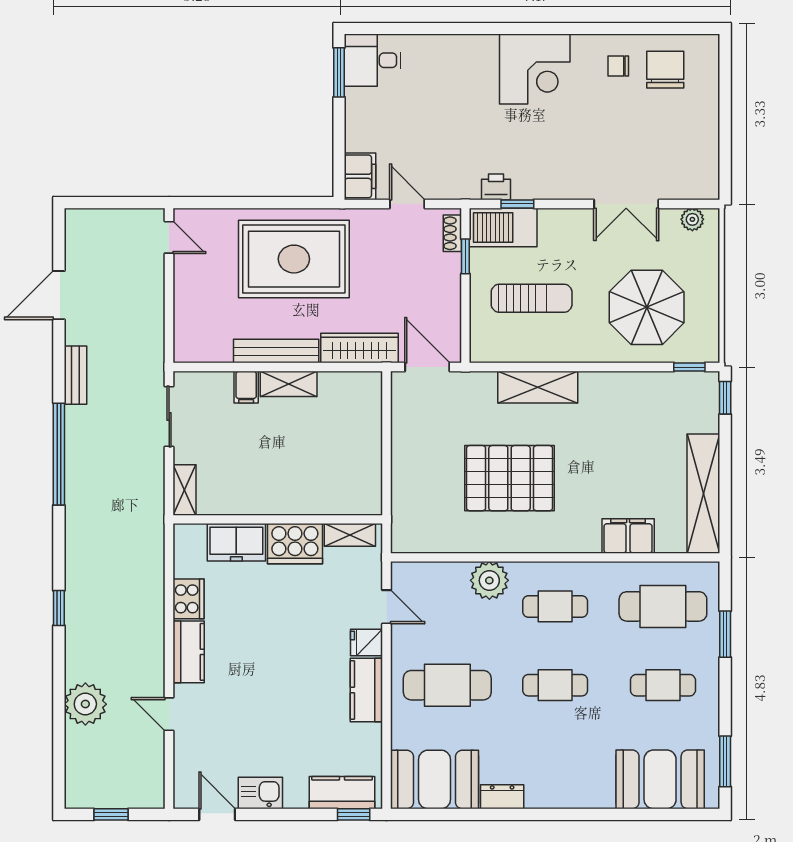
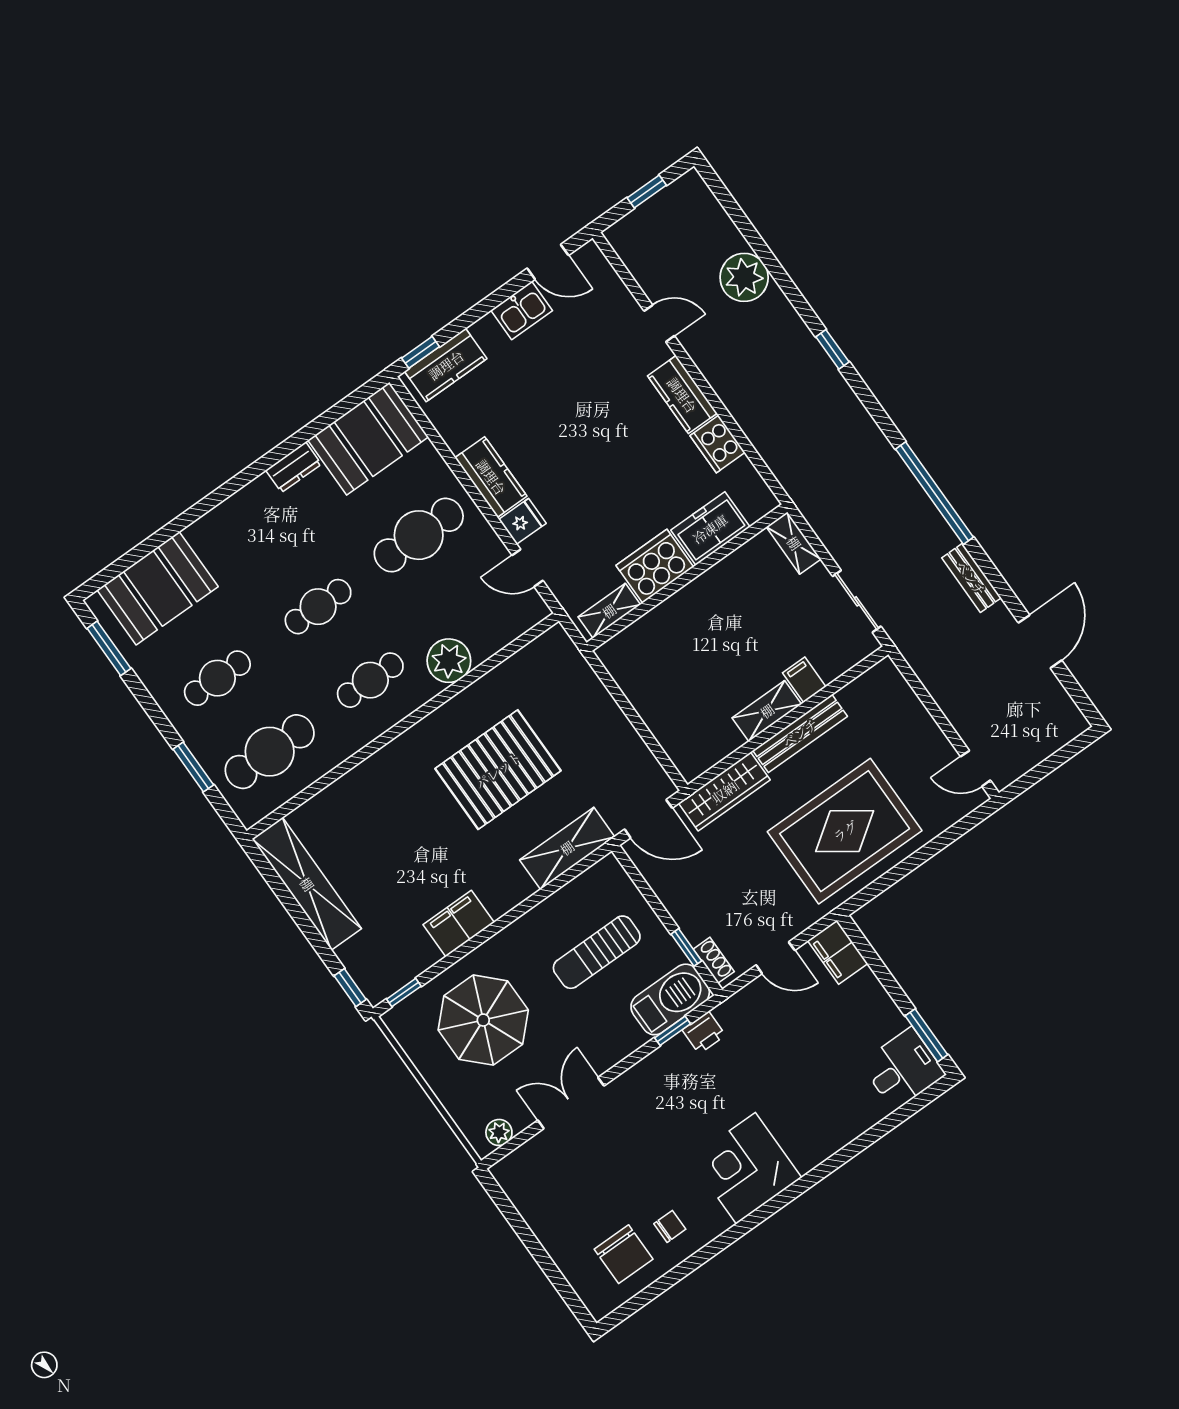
shelving: (538, 387) -> (567, 848), moved
filing cabinet: (628, 536) -> (459, 924), moved, turned 180

